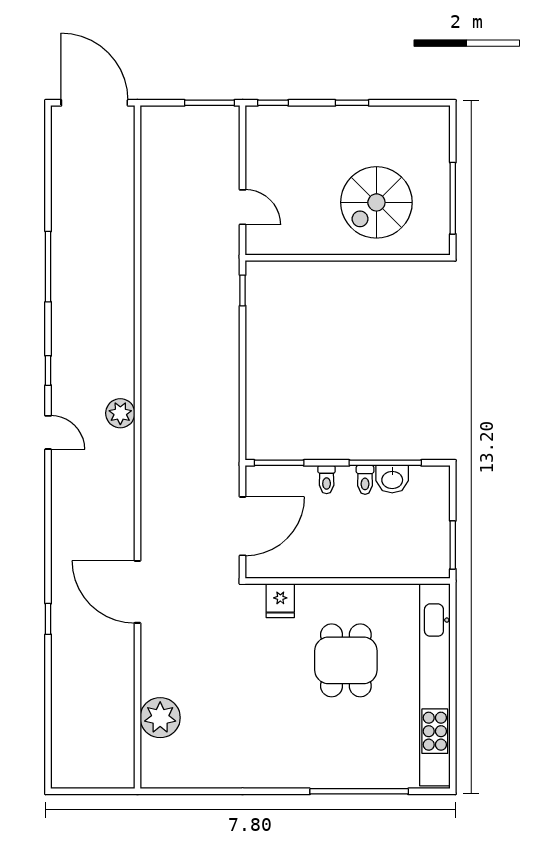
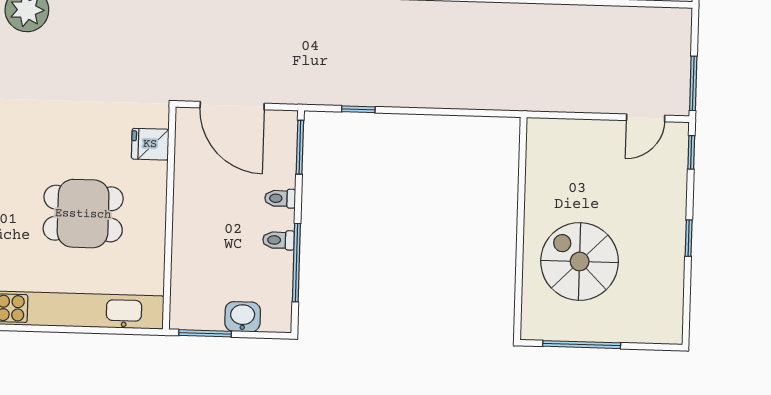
door: (243, 207) -> (646, 118), moved
window: (243, 290) -> (358, 109), moved
washbasin: (392, 479) -> (243, 317), moved, turned 90

